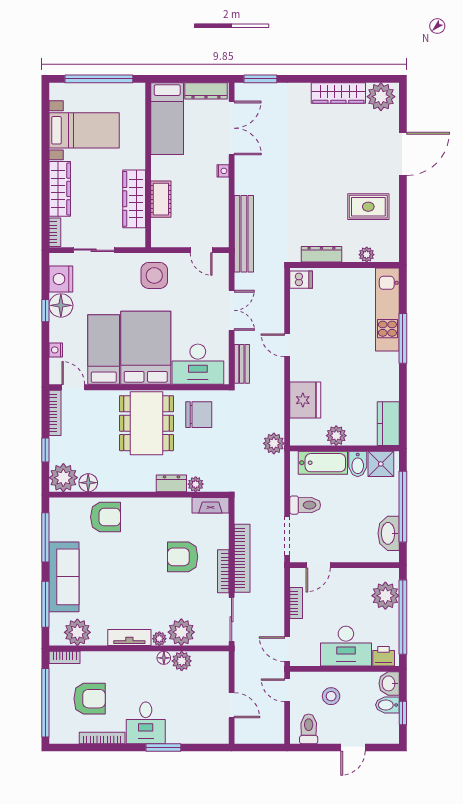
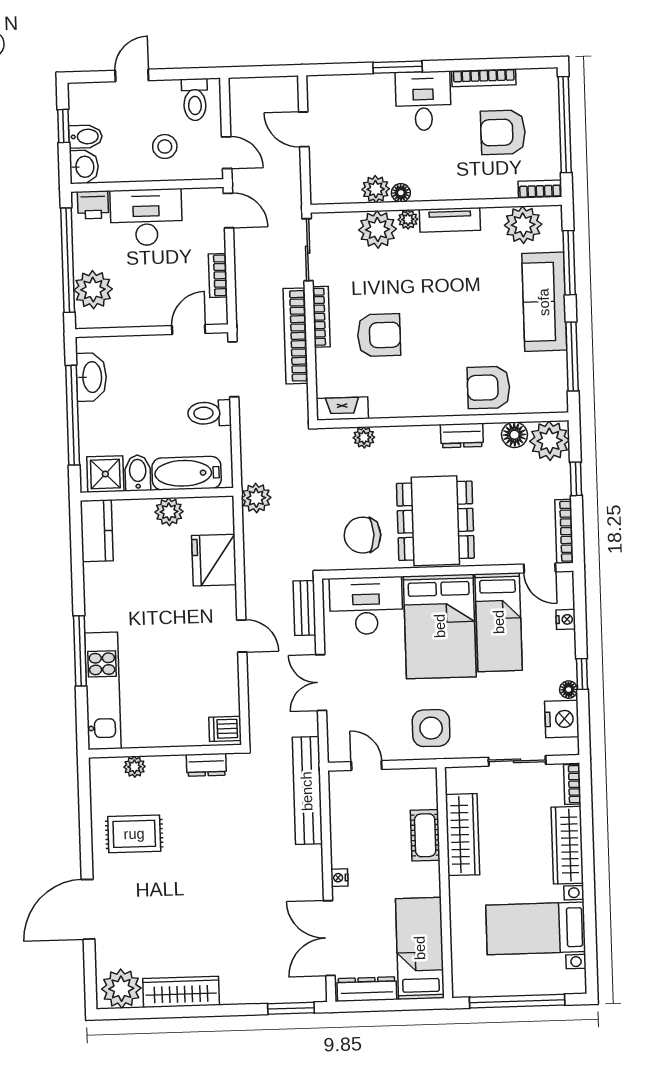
dresser: (321, 254) -> (206, 765), width x0.70
floor lamp: (61, 305) -> (569, 690), width x0.53, depth x0.53
dresser: (171, 483) -> (462, 435), moved

